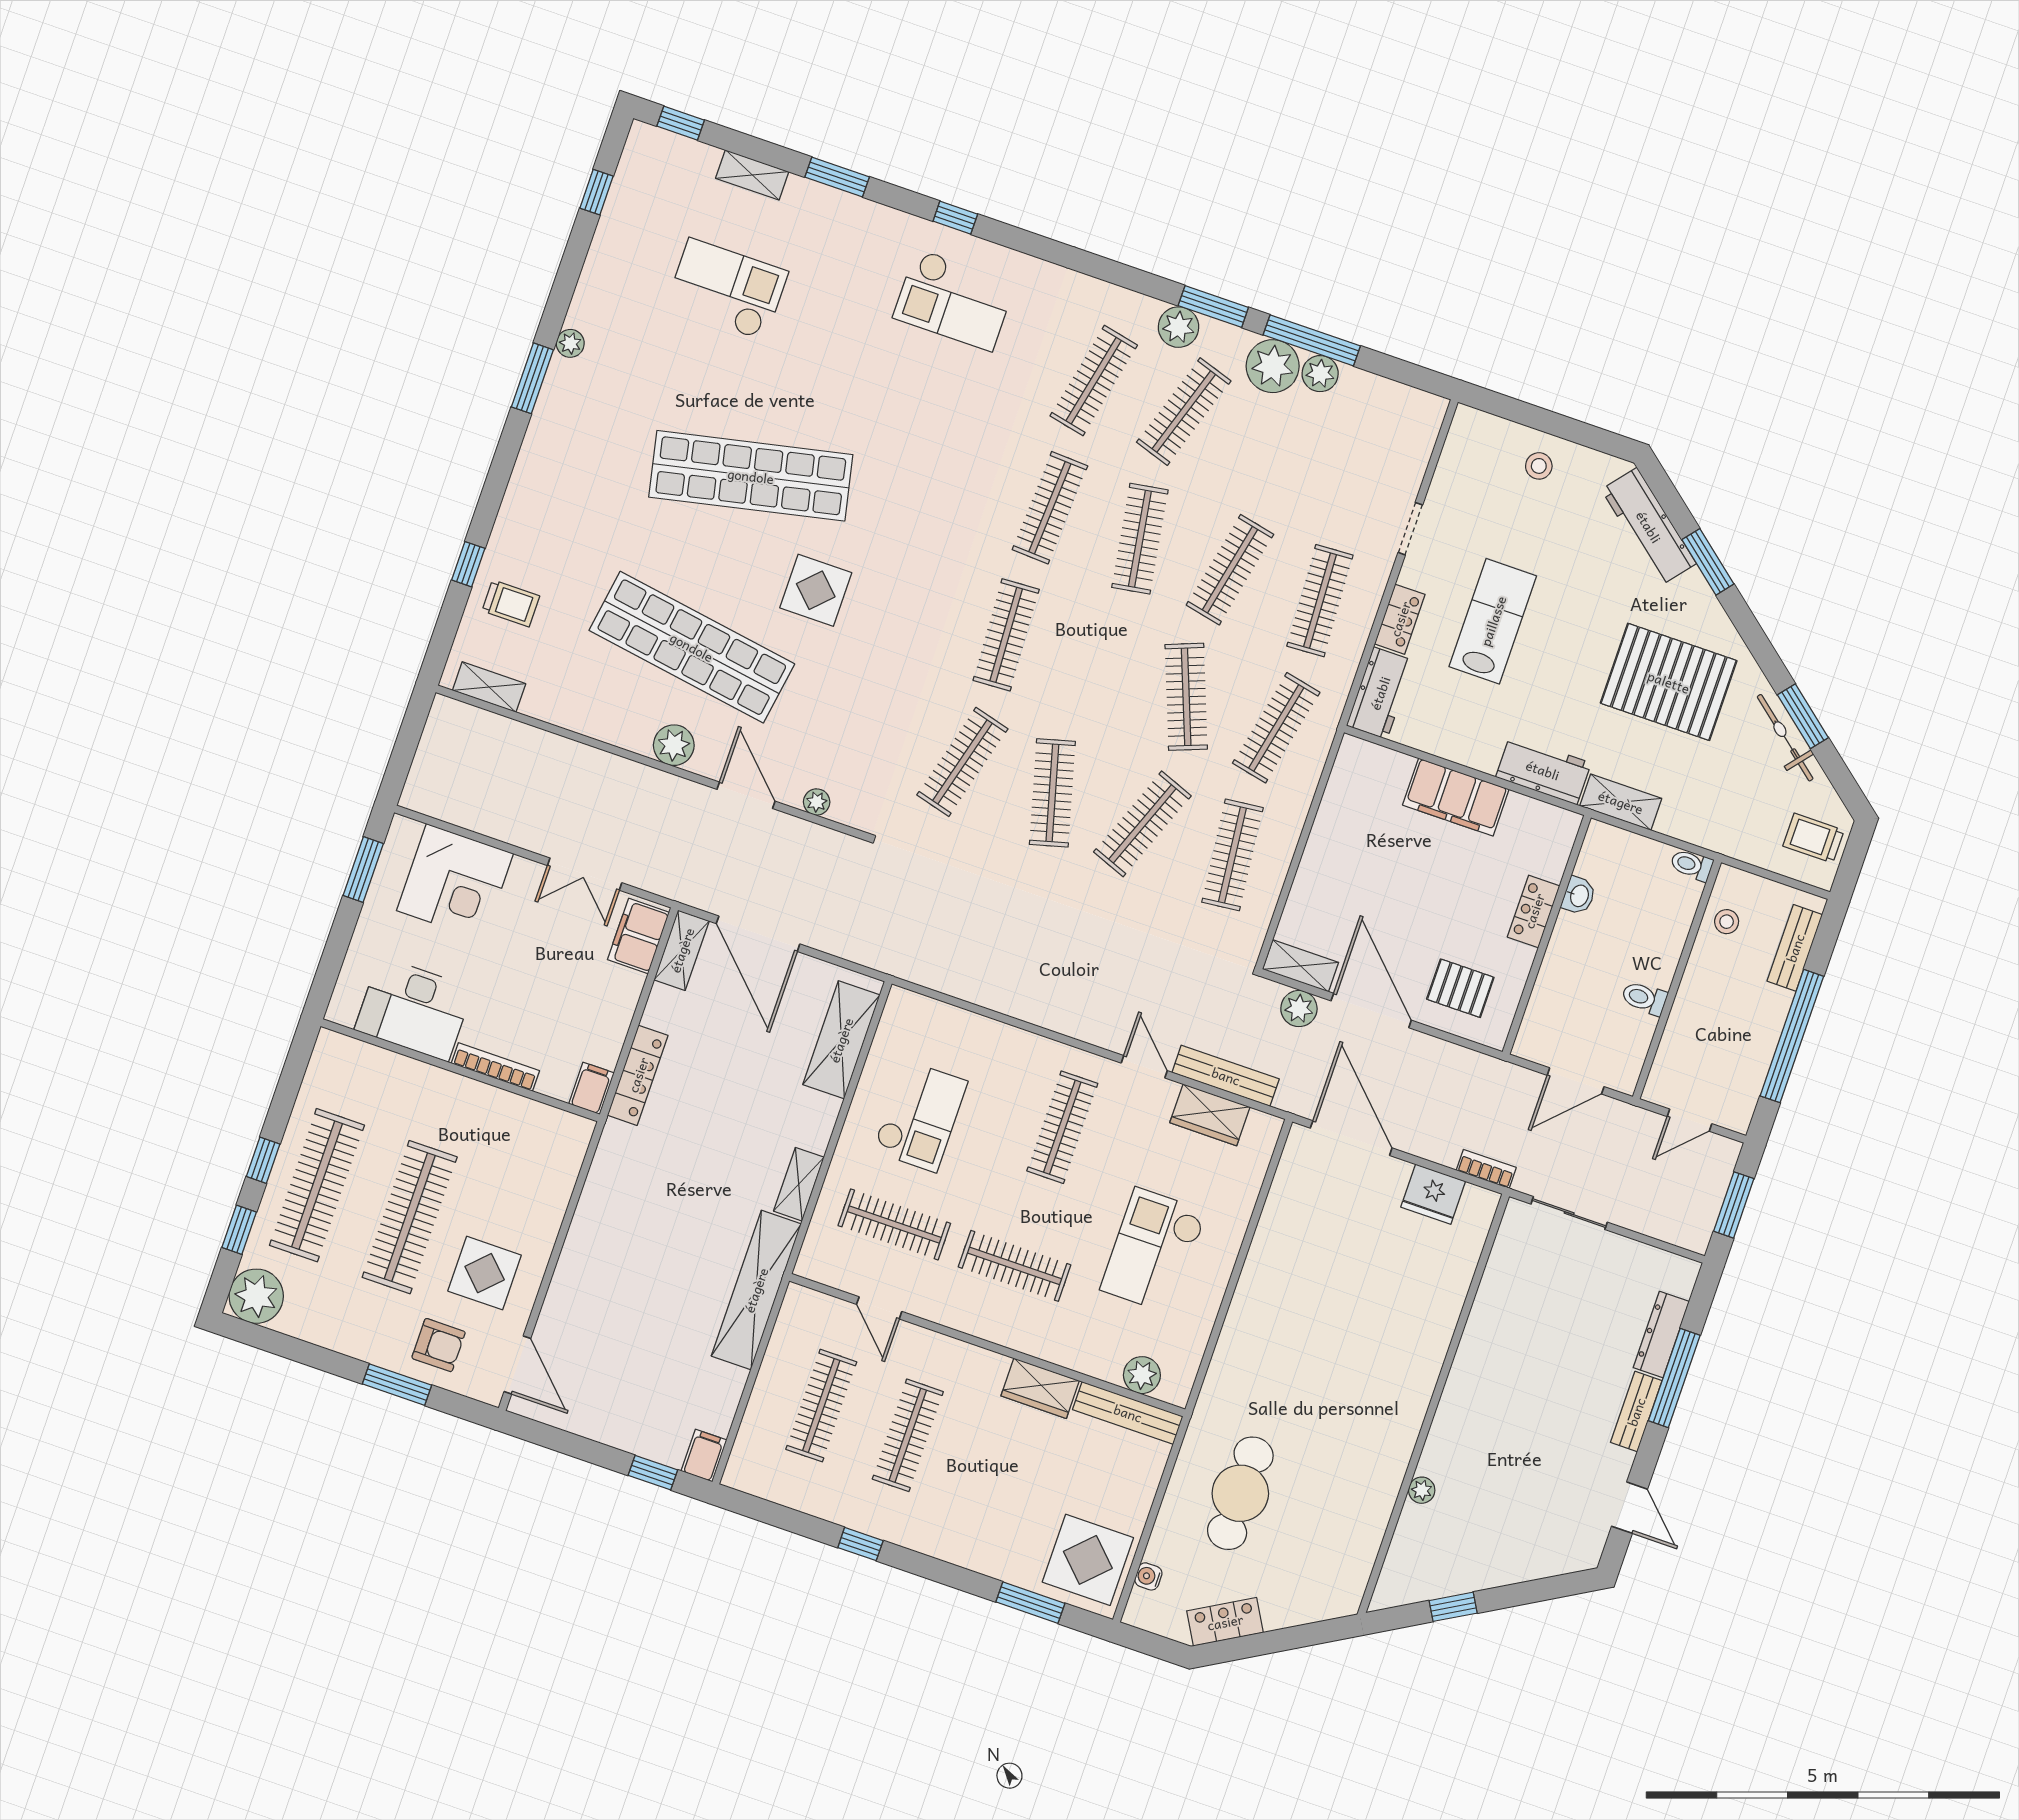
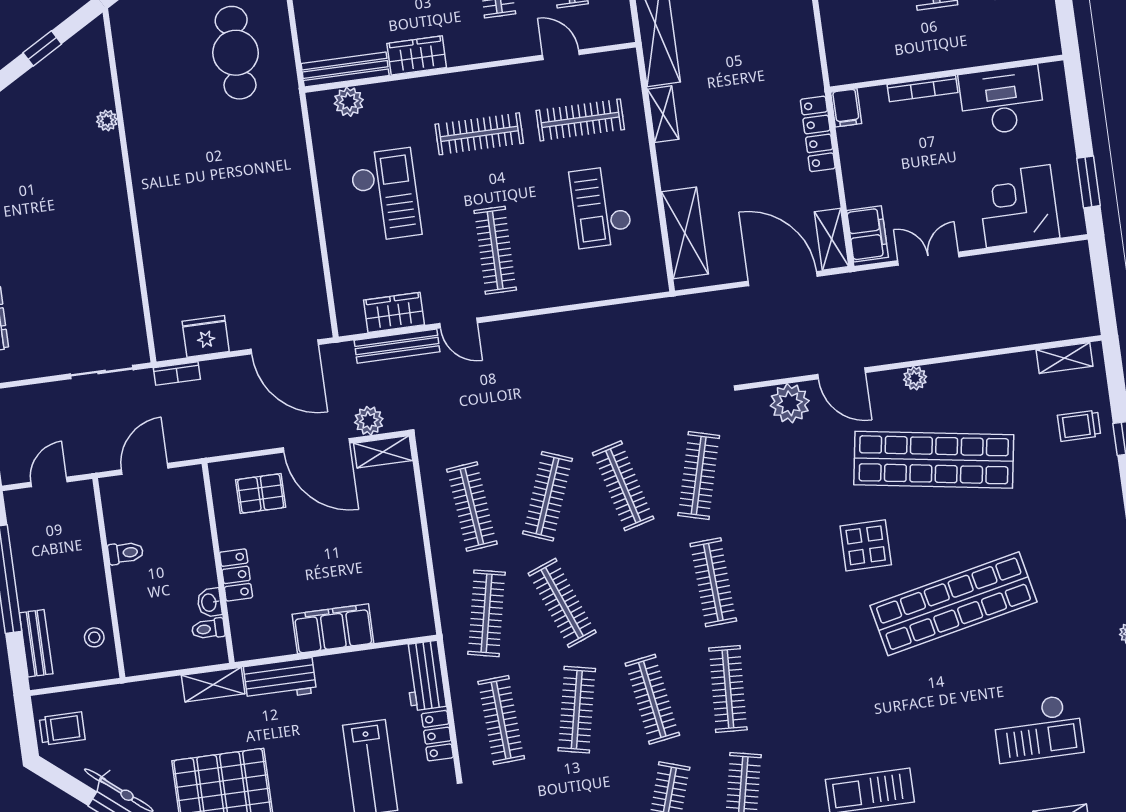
plant: (674, 745) -> (915, 378), width x0.73, depth x0.73
plant: (817, 802) -> (790, 403), width x1.88, depth x1.88
toilet: (1692, 865) -> (208, 629), moved, turned 180

